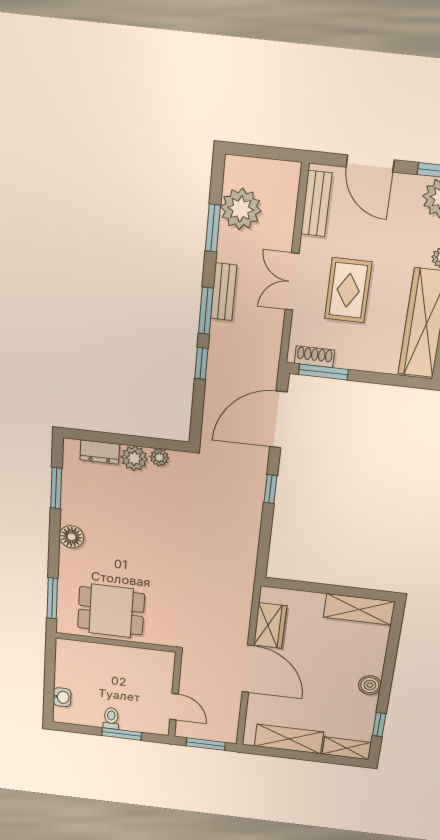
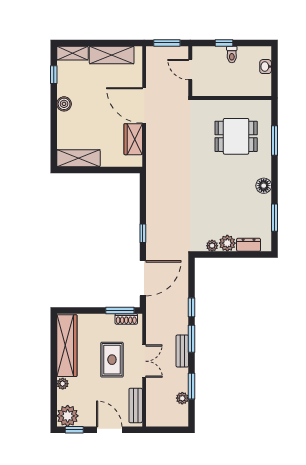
plant: (241, 209) -> (182, 398), width x0.53, depth x0.53
wall: (116, 642) -> (232, 98), moved
window: (122, 734) -> (224, 43), width x0.67

